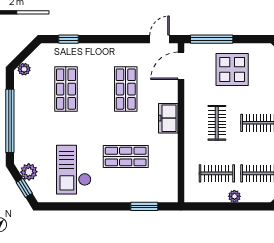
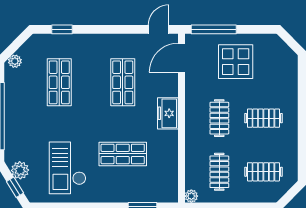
clothes rail: (217, 173) -> (219, 172), turned 90
plant: (234, 196) -> (191, 196), moved

